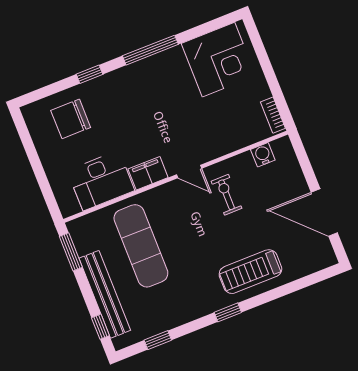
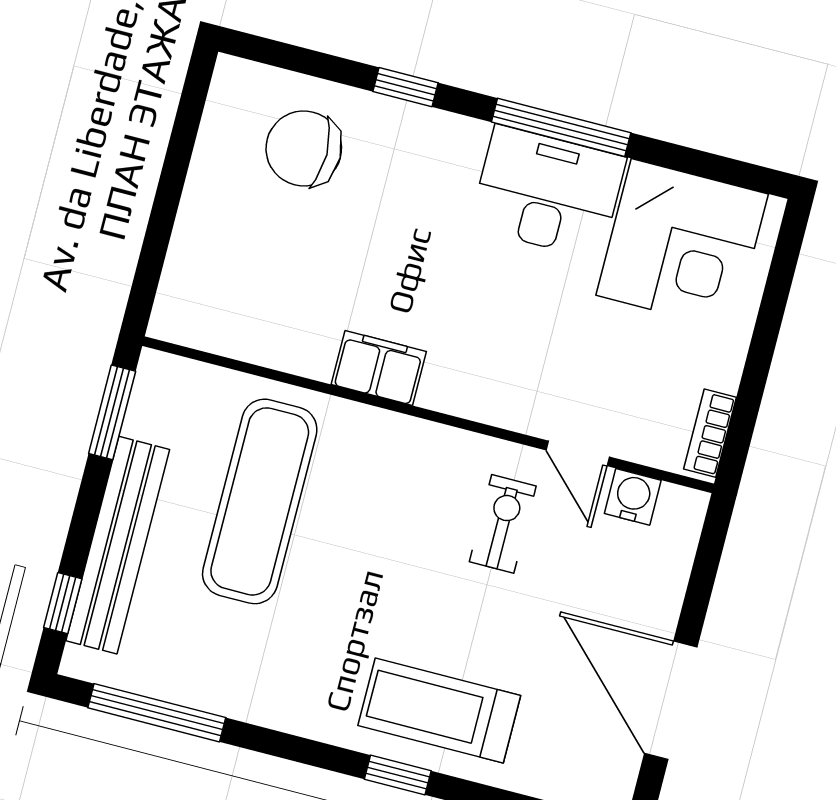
door: (189, 171) -> (578, 453), moved
desk: (101, 181) -> (548, 192), moved, turned 180
window: (228, 312) -> (398, 775), moved
window: (158, 340) -> (157, 713), width x2.17

